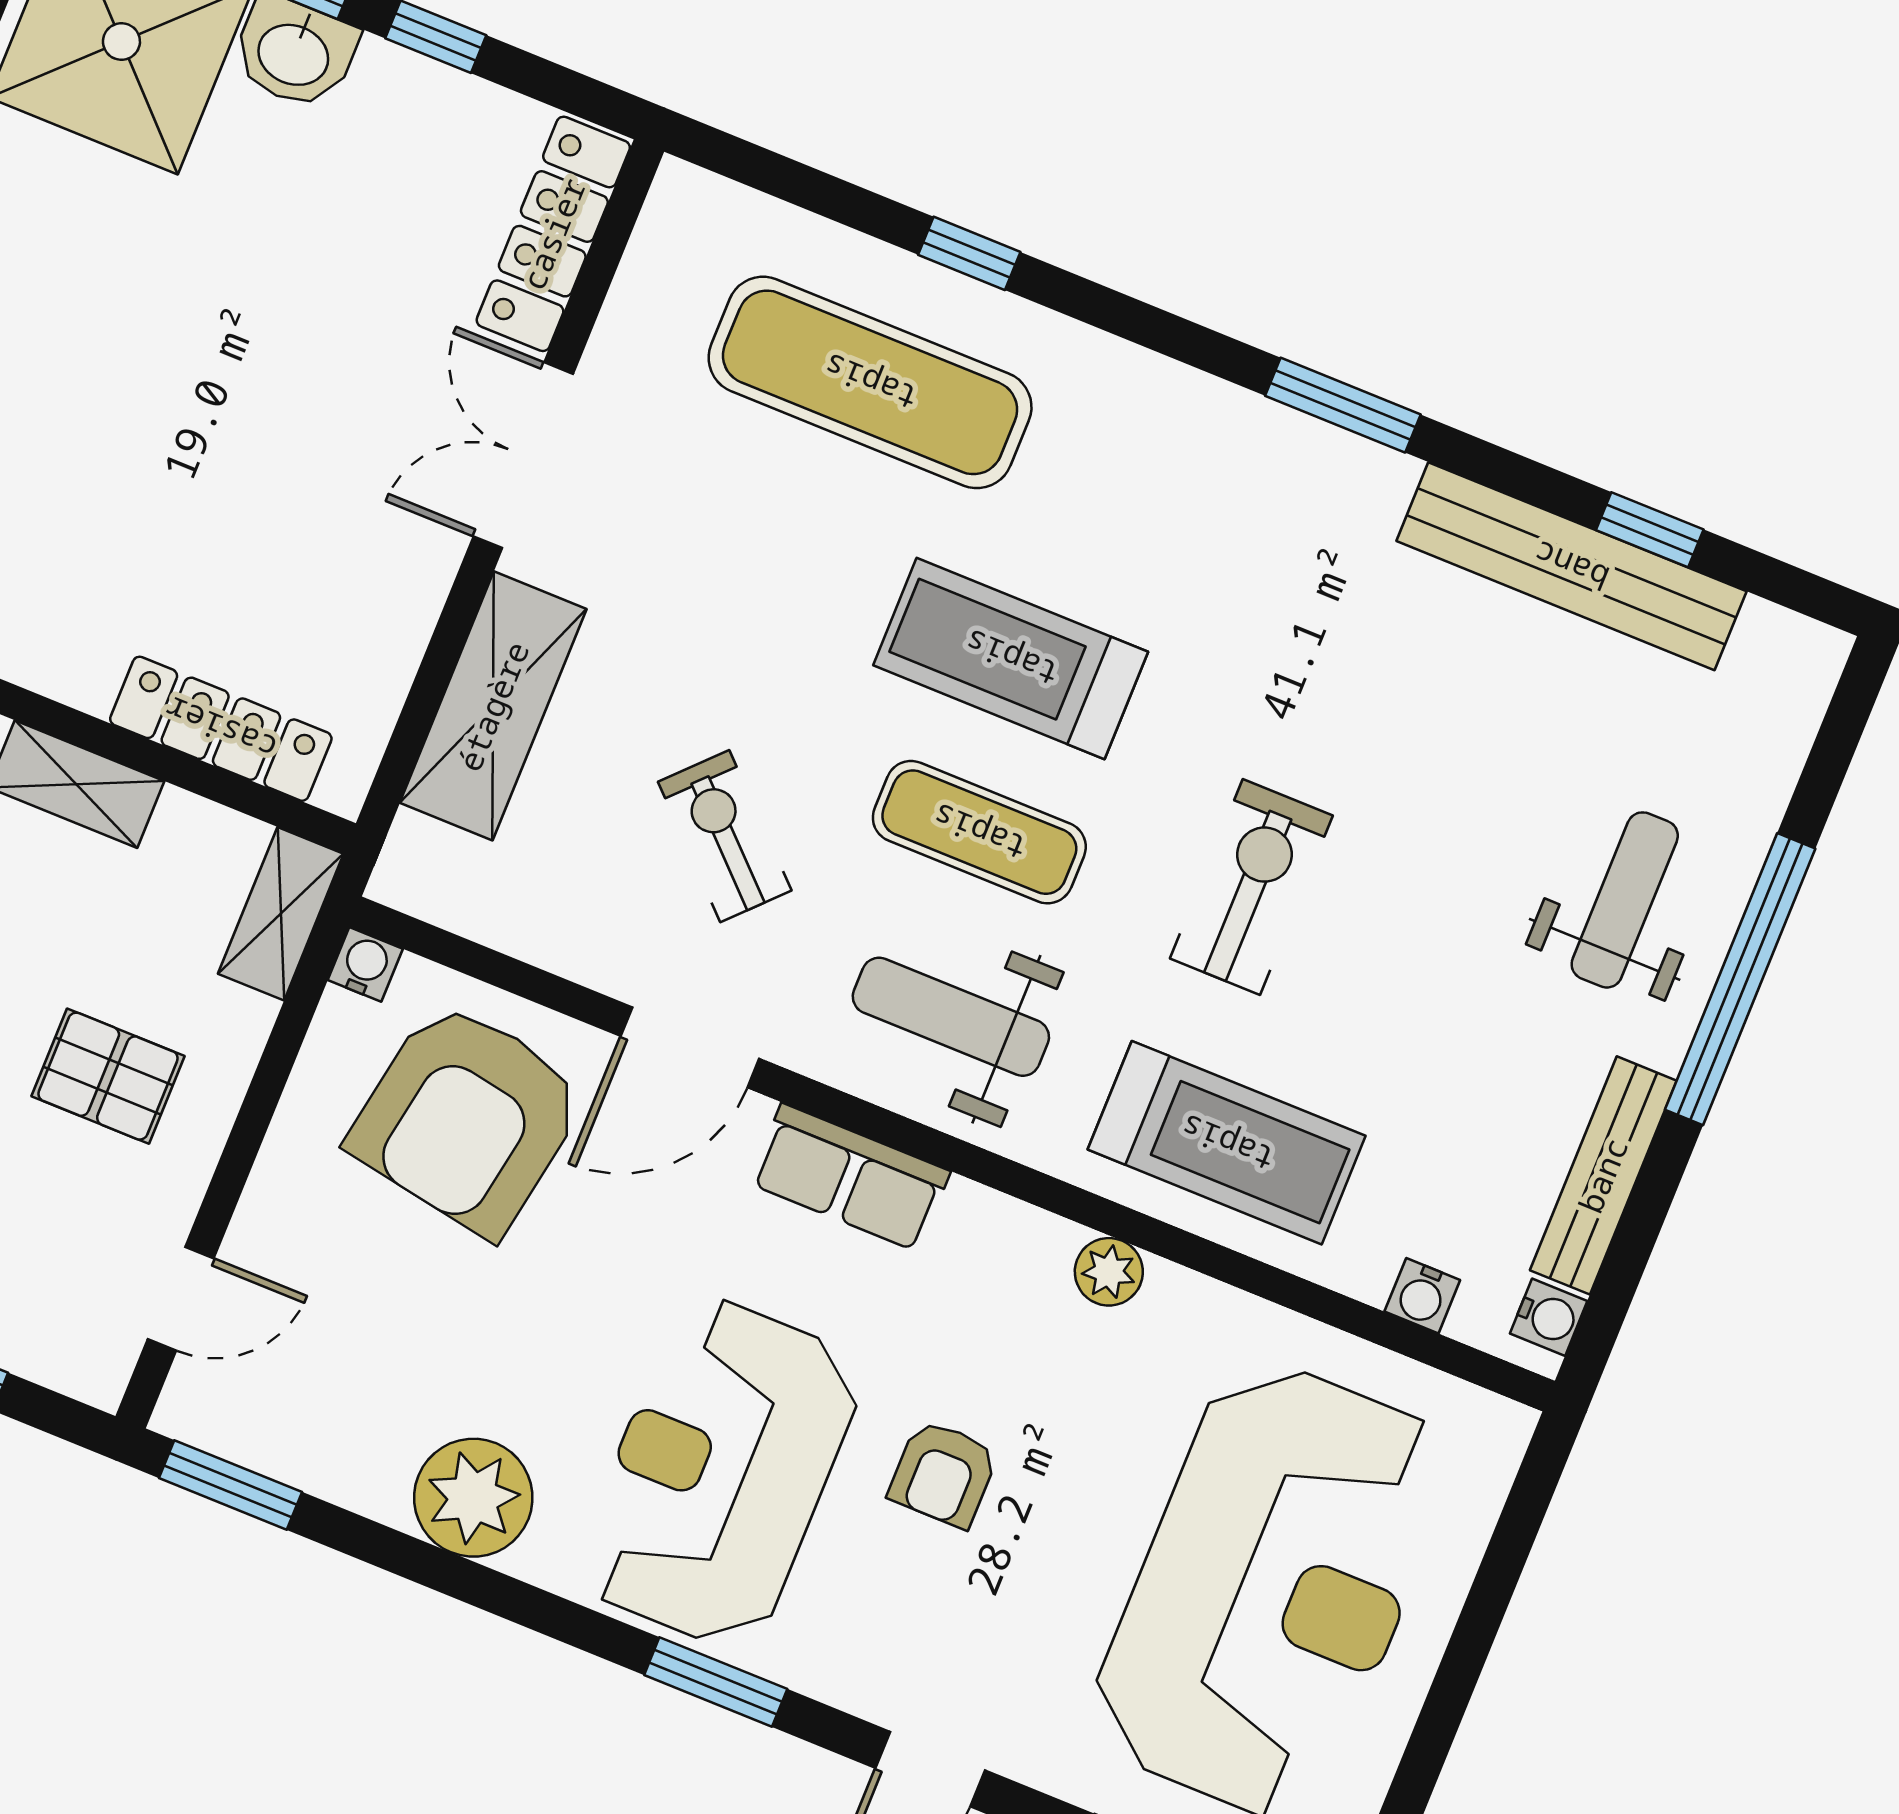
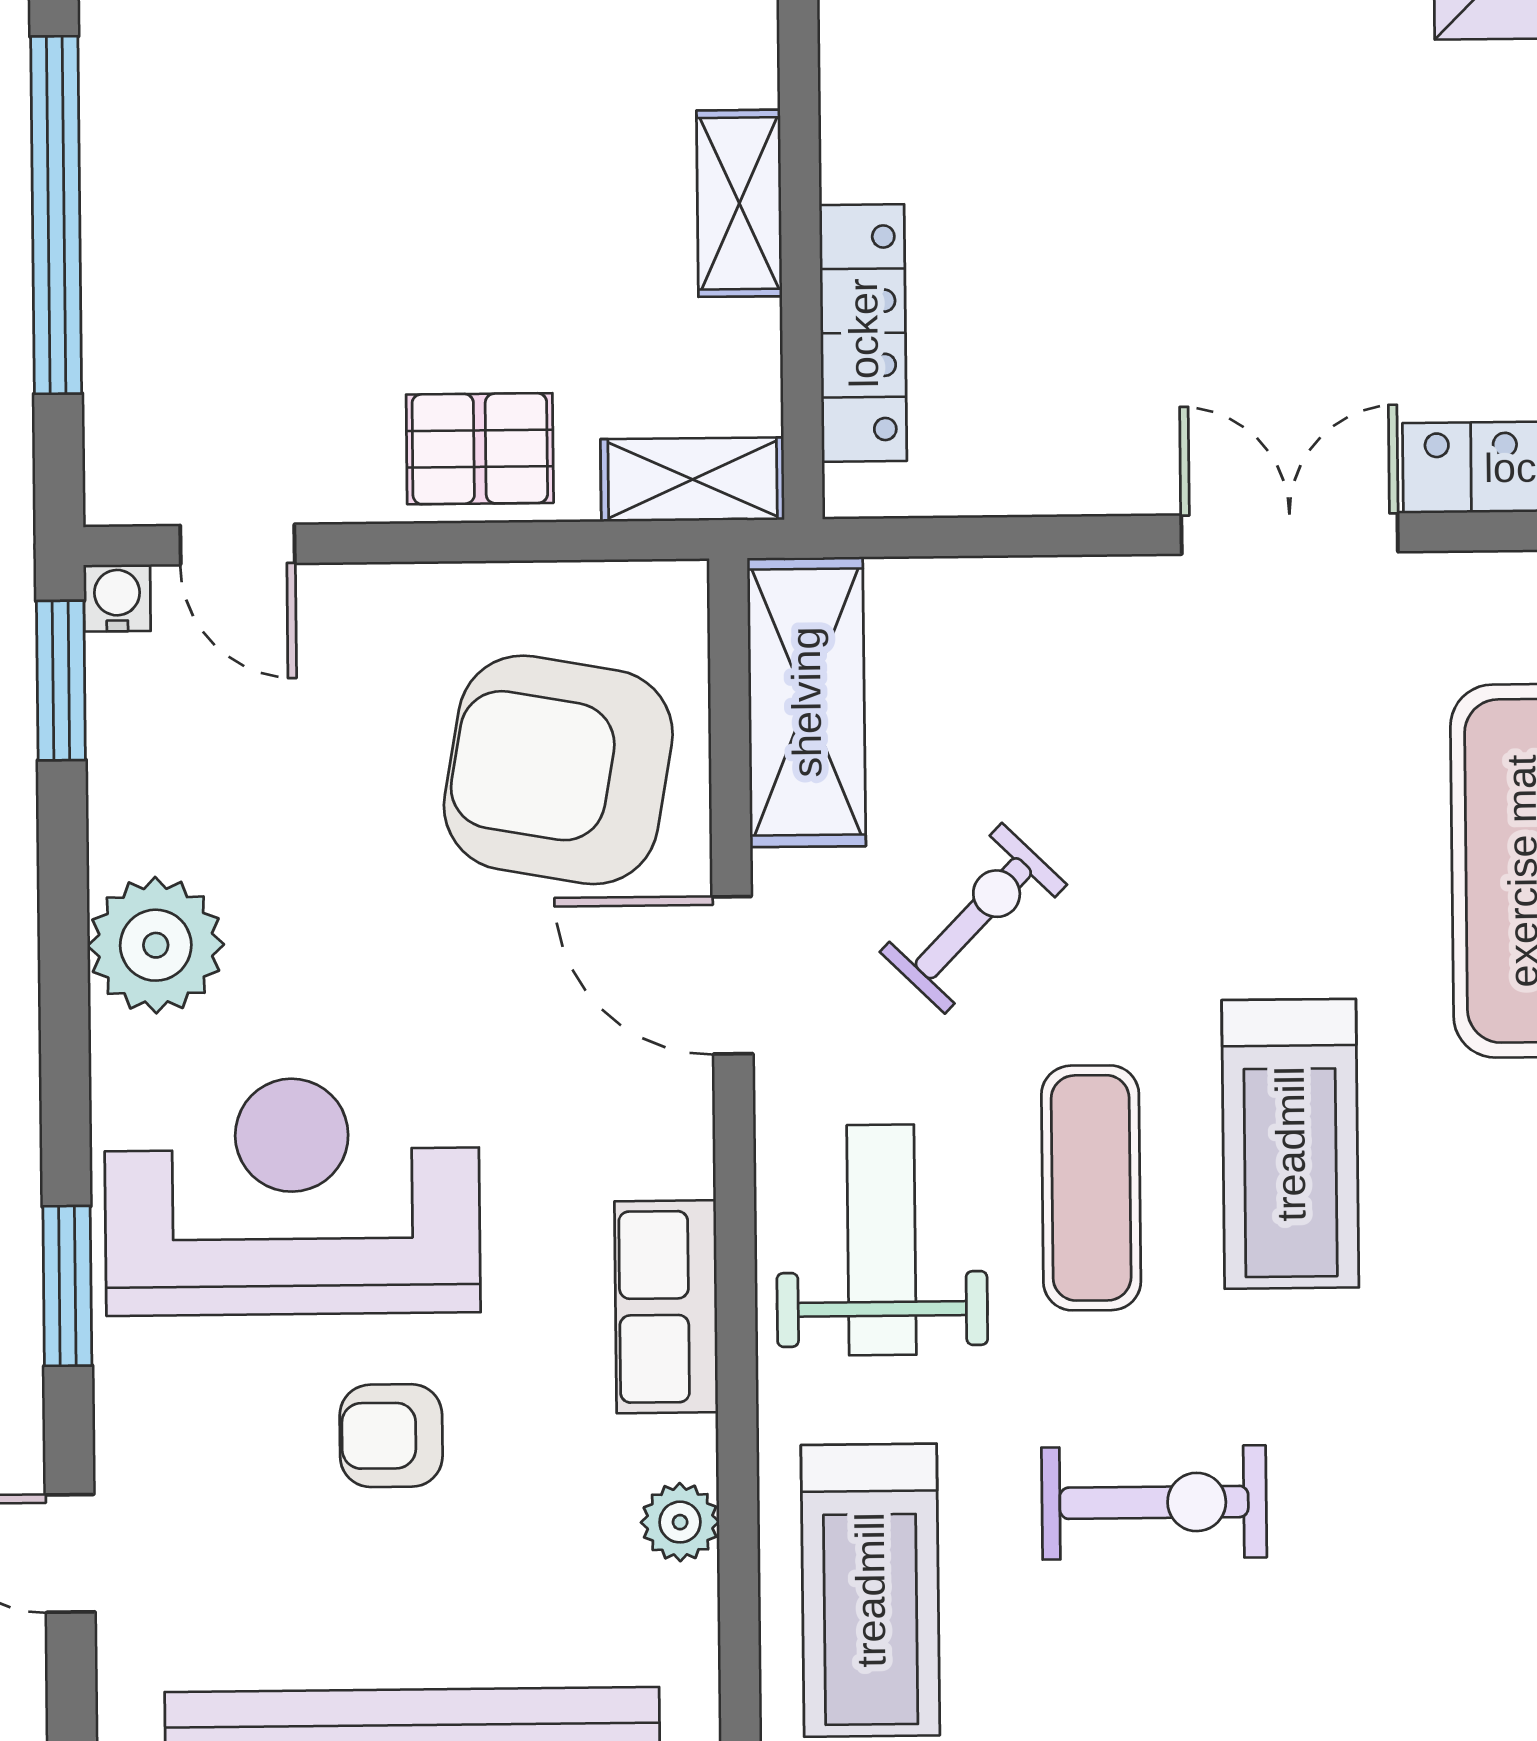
treadmill: (1011, 658) -> (1290, 1144), turned 180
shelving: (493, 706) -> (806, 702), moved, turned 90
water cooler: (365, 964) -> (117, 598), moved, turned -90
pallet: (108, 1076) -> (480, 449), moved, turned 90
row of seats: (850, 1177) -> (666, 1307), moved

